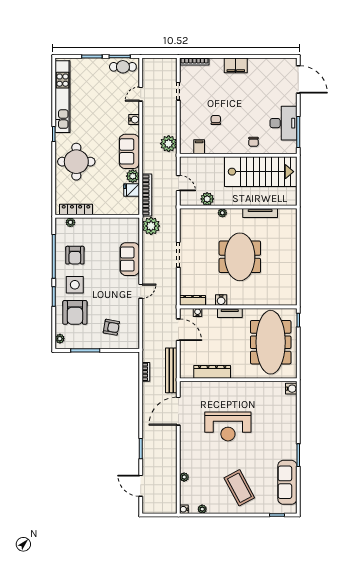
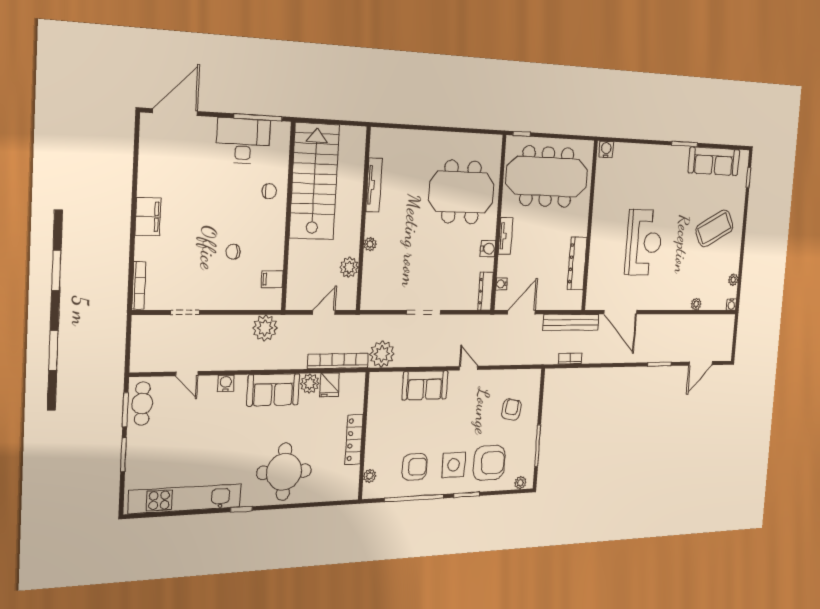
locker: (76, 209) -> (354, 440), moved
meeting table: (240, 257) -> (461, 192), moved

